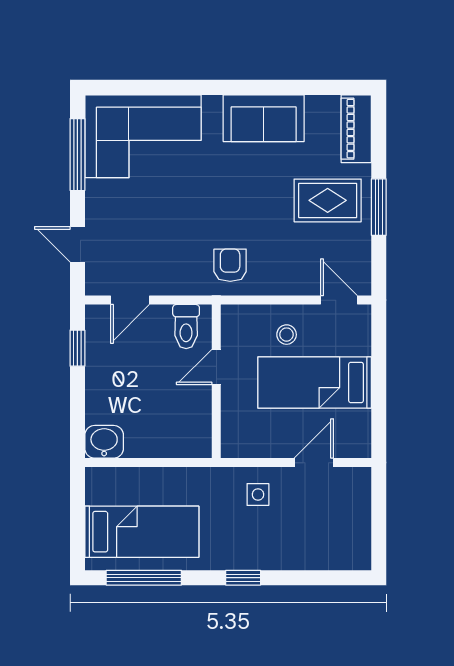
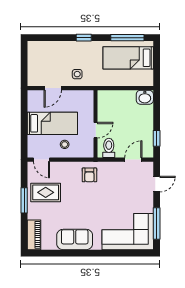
rug: (328, 200) -> (46, 192), moved
door: (77, 244) -> (157, 184), hinge flipped

